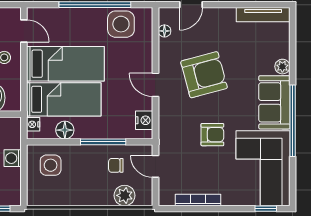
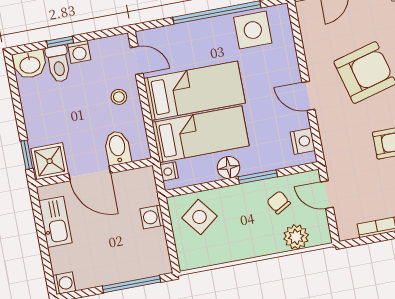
floor lamp: (164, 31) -> (307, 28), removed
floor lamp: (65, 130) -> (228, 167), moved
window: (103, 142) -> (258, 177), width x0.69
side table: (51, 165) -> (200, 217), turned -38
chair: (116, 165) -> (279, 202), turned 61

